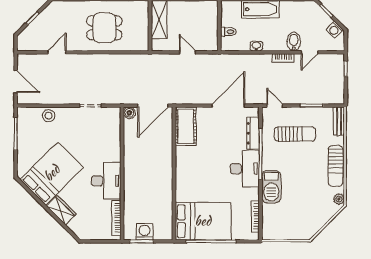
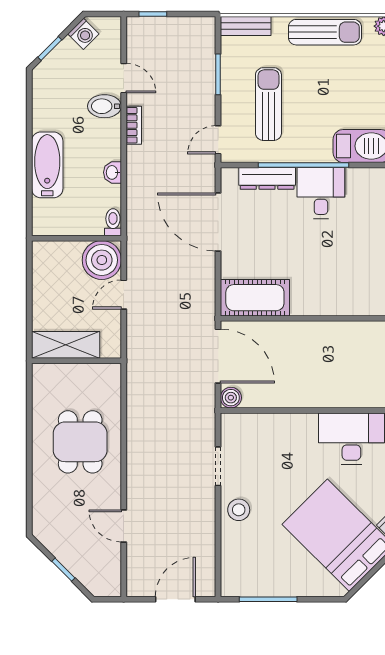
toilet: (228, 32) -> (113, 222), moved
boiler: (207, 40) -> (102, 260), added
stool: (49, 116) -> (239, 510), moved
desk: (245, 169) -> (321, 193), width x0.73

